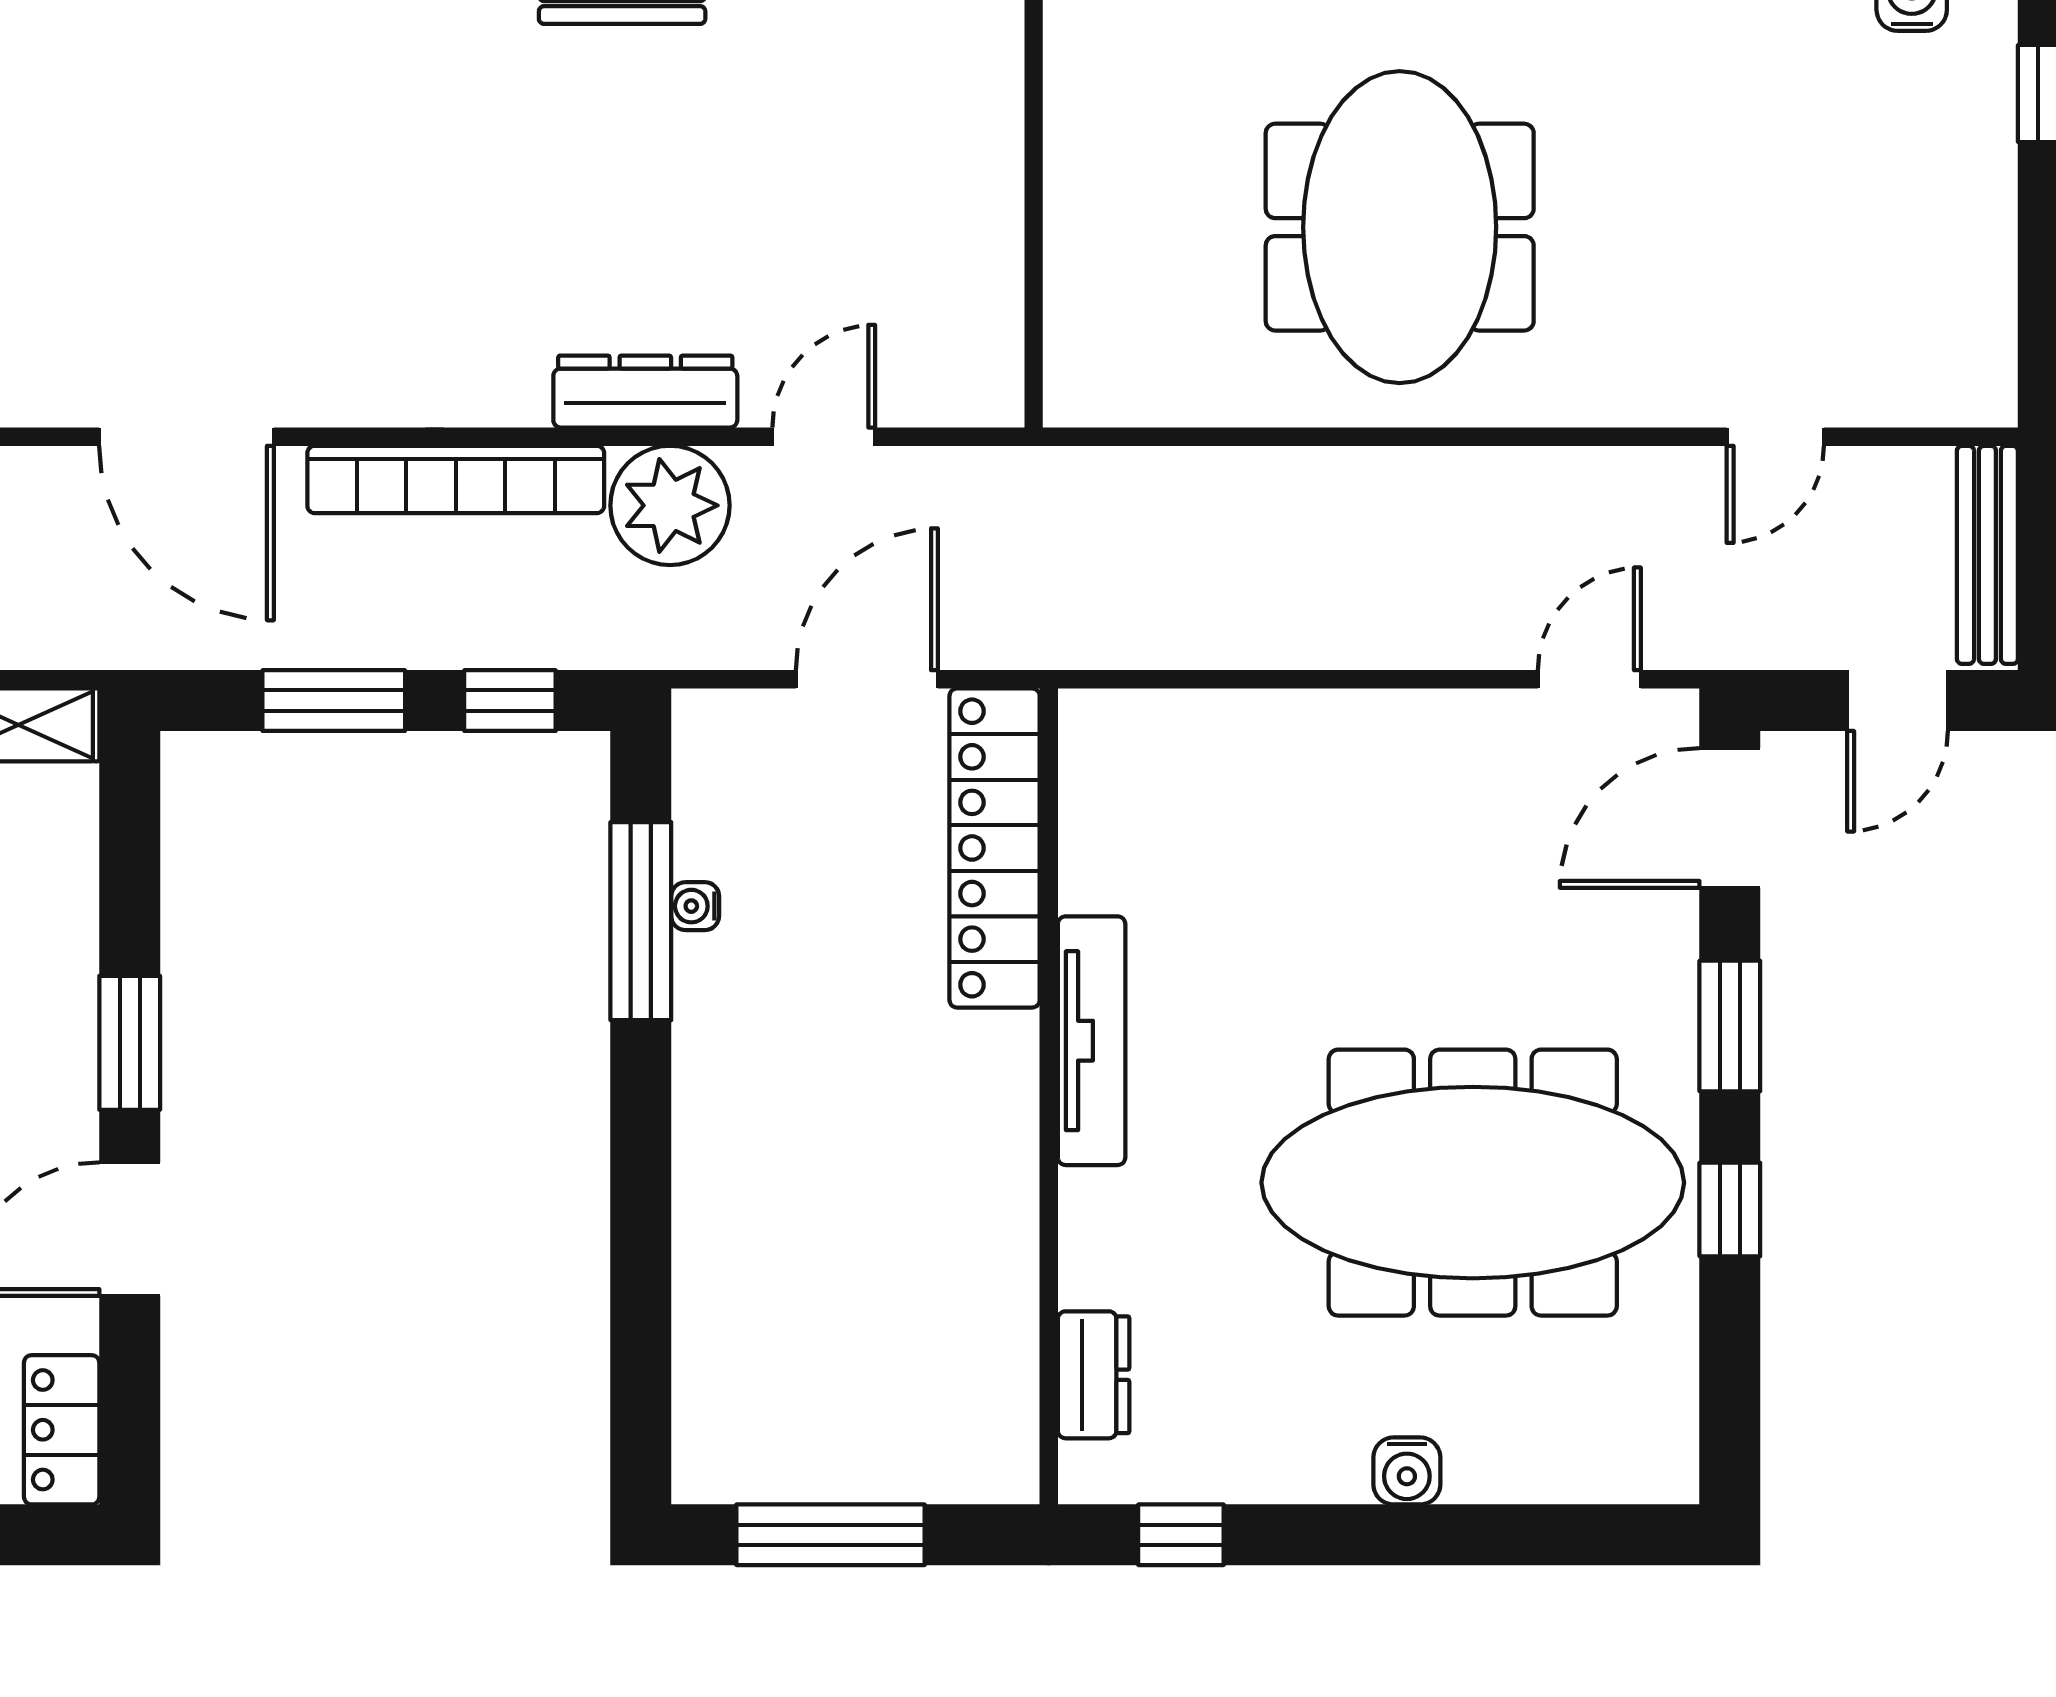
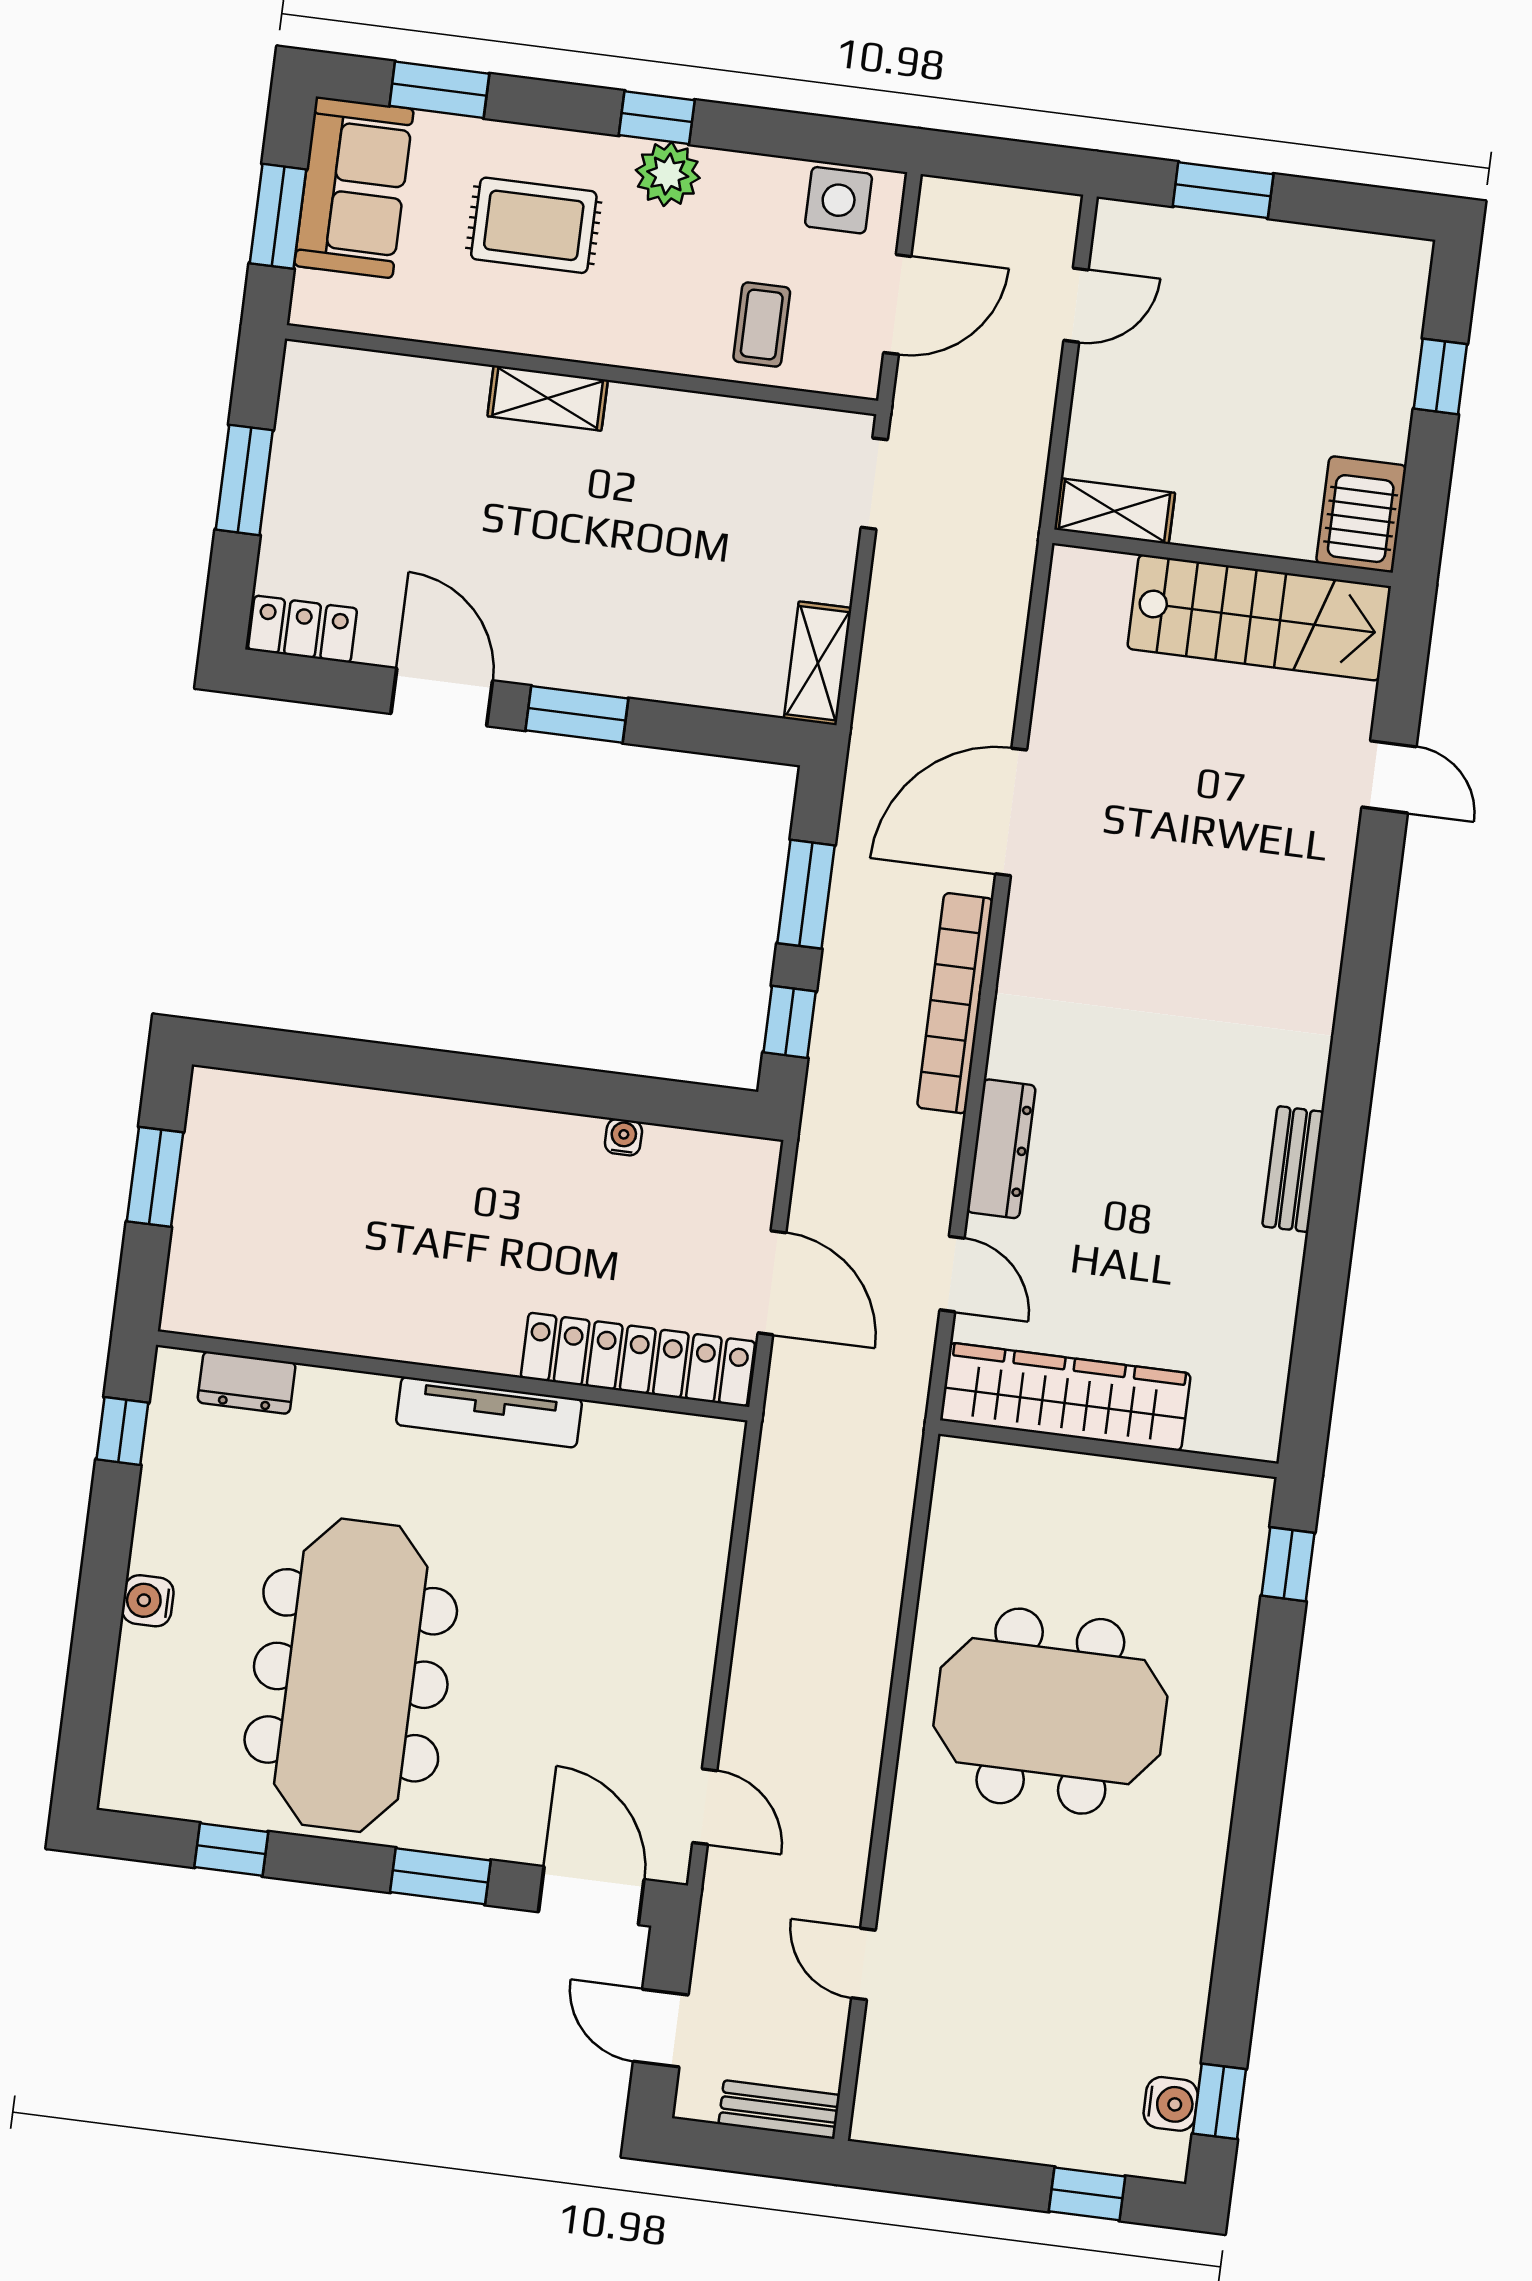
wardrobe: (971, 261) -> (1065, 1397), added
plant: (670, 505) -> (916, 1156), removed
bench: (1987, 555) -> (779, 2110), width x0.73
window: (641, 921) -> (618, 1096), removed
window: (1730, 1209) -> (231, 1849), moved
window: (830, 1535) -> (155, 1177), width x0.69

